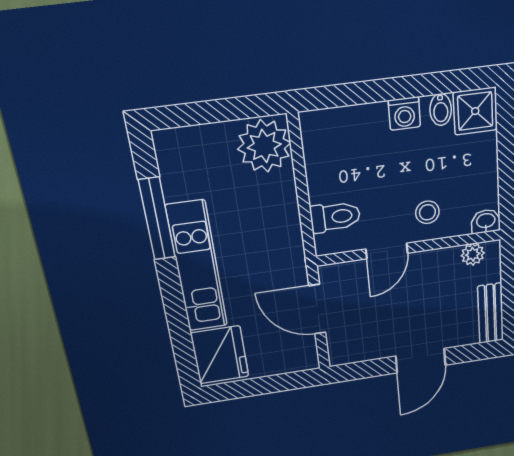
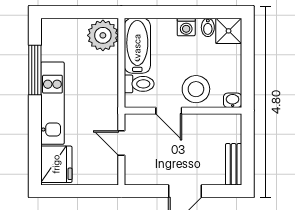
bathtub: (325, 156) -> (137, 46), added
stool: (427, 212) -> (196, 89), width x1.89, depth x1.89
door: (387, 251) -> (169, 111), hinge flipped
plant: (473, 254) -> (223, 121), removed
door: (317, 309) -> (121, 143), width x0.73

